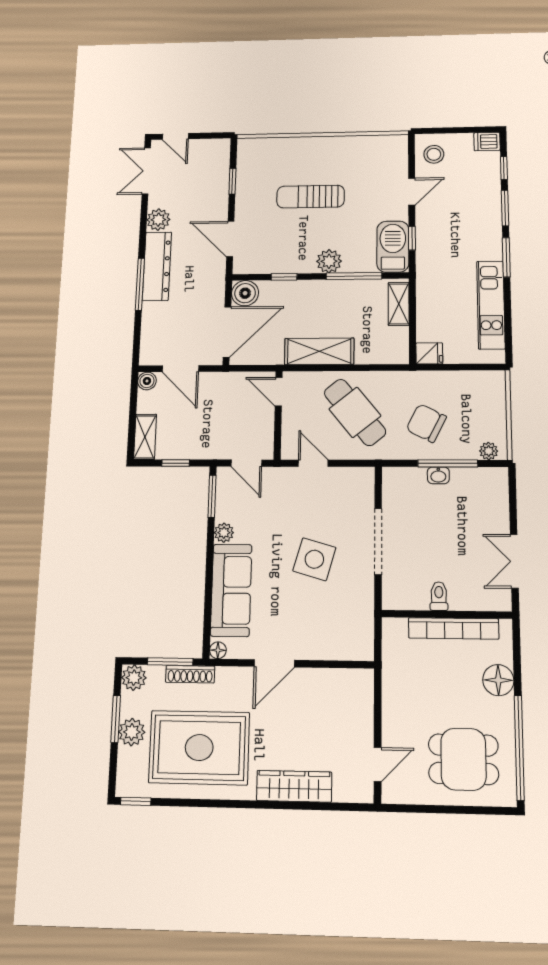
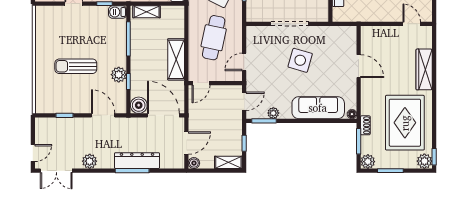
sun lounger: (311, 197) -> (76, 66), turned 90
door: (230, 239) -> (103, 115), swing flipped
barbecue: (393, 247) -> (118, 12), width x0.53, depth x0.65
plant: (329, 261) -> (119, 75), moved
dresser: (157, 266) -> (137, 161), moved
cafe table: (355, 412) -> (214, 38), turned -39
plant: (224, 533) -> (273, 113), moved
door: (274, 663) -> (359, 66), moved
shoe rack: (190, 674) -> (365, 125), width x0.70
plant: (132, 732) -> (424, 161), moved

